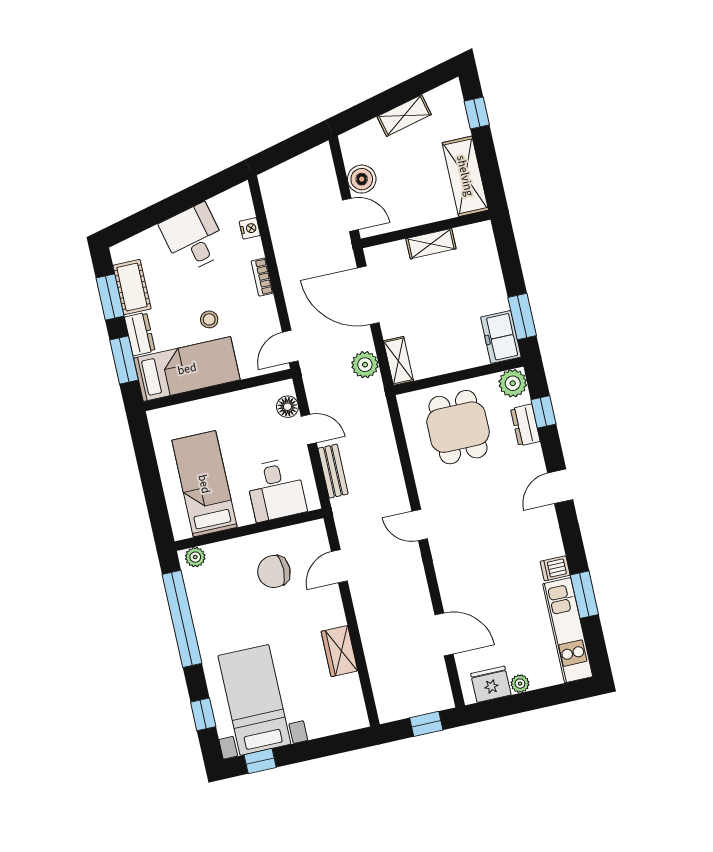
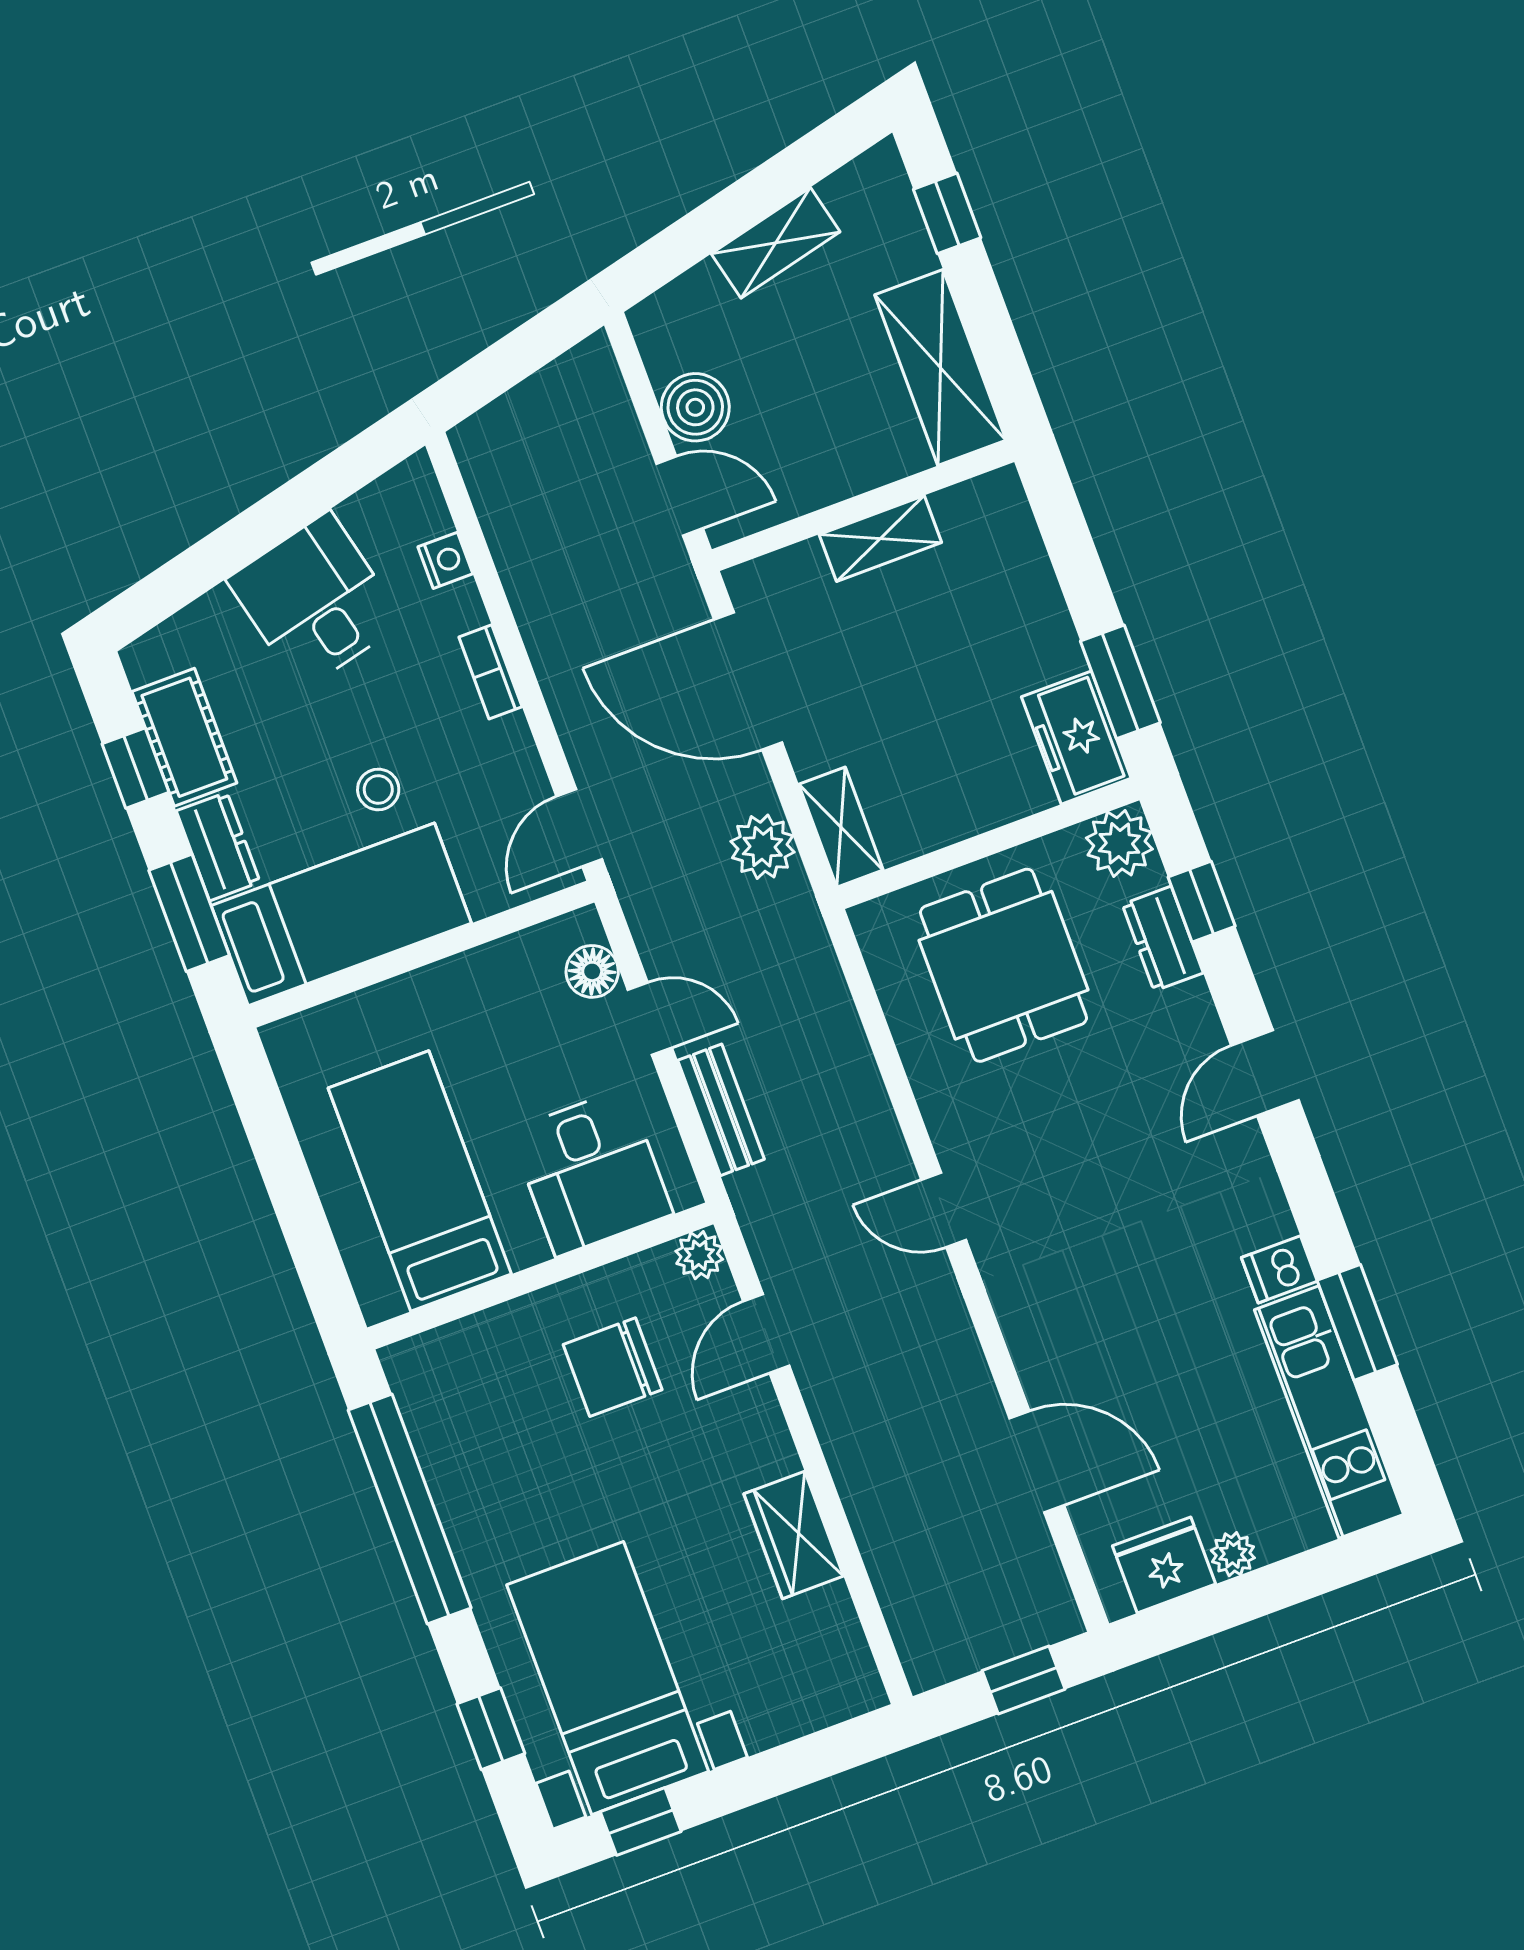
window: (110, 297) -> (136, 768), width x0.67
plant: (195, 557) -> (699, 1255), moved

